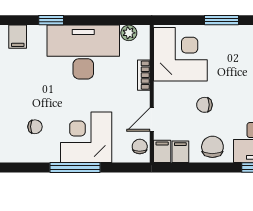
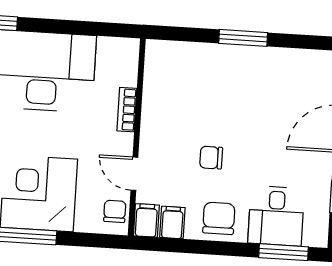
plant: (129, 33) -> (109, 48), removed
corner desk: (180, 54) -> (181, 83), removed
door: (152, 119) -> (134, 174), hinge flipped

